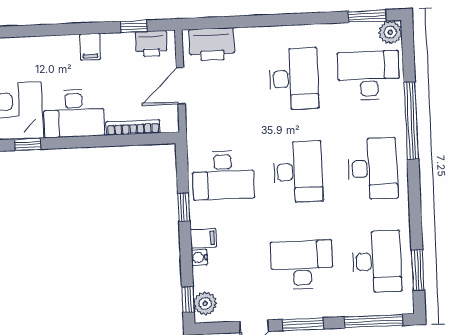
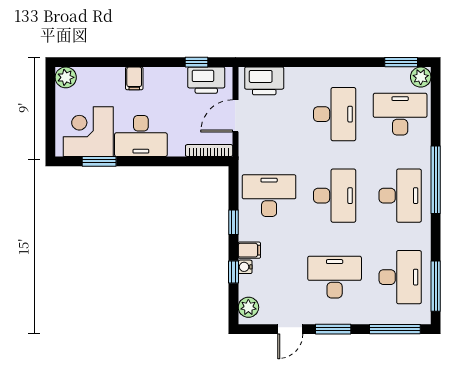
printer: (151, 44) -> (206, 80), width x1.37, depth x1.19
filing cabinet: (90, 47) -> (134, 78), moved
window: (411, 121) -> (436, 180), moved
bookcase: (133, 127) -> (209, 151), moved
window: (28, 144) -> (99, 161), width x1.50
desk: (223, 175) -> (269, 196), turned 180
window: (418, 270) -> (436, 286), width x1.44
window: (188, 299) -> (233, 272), moved

